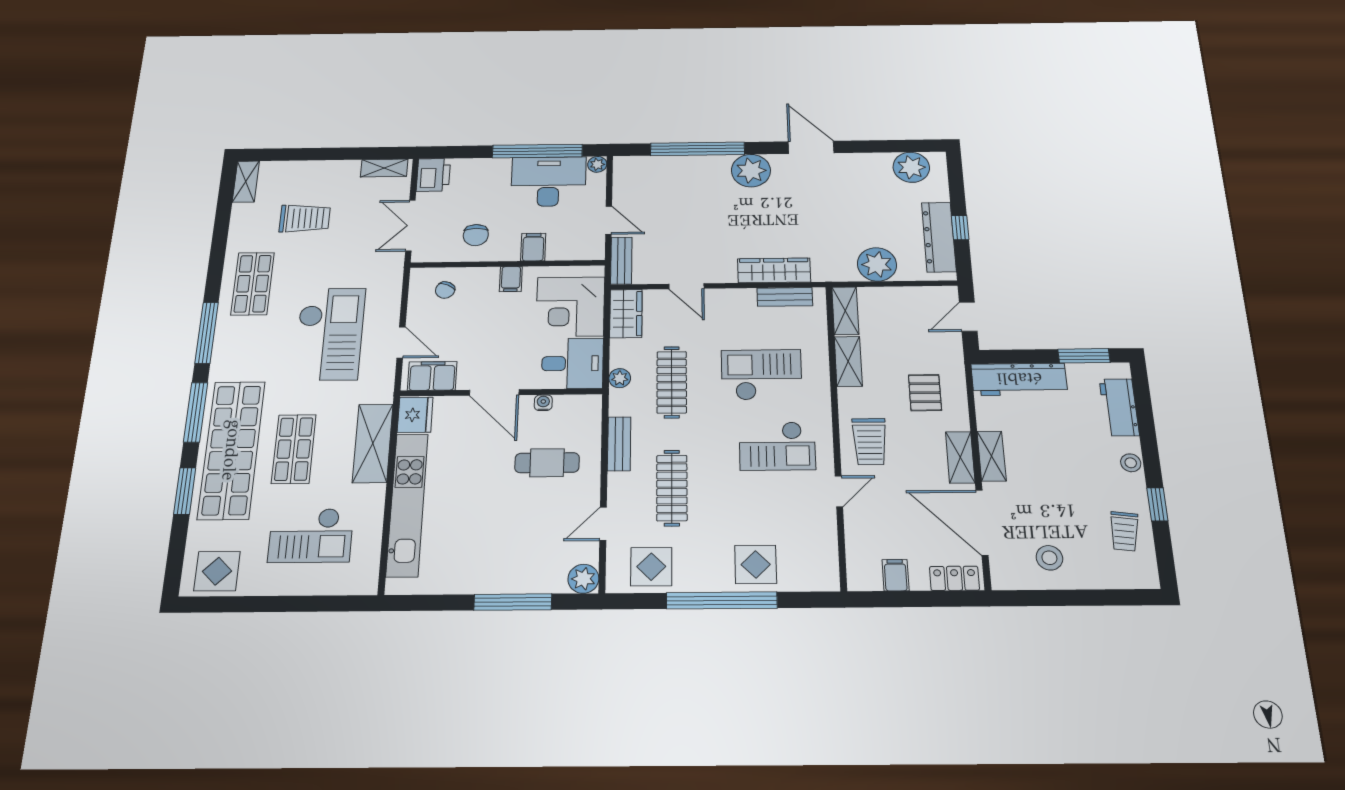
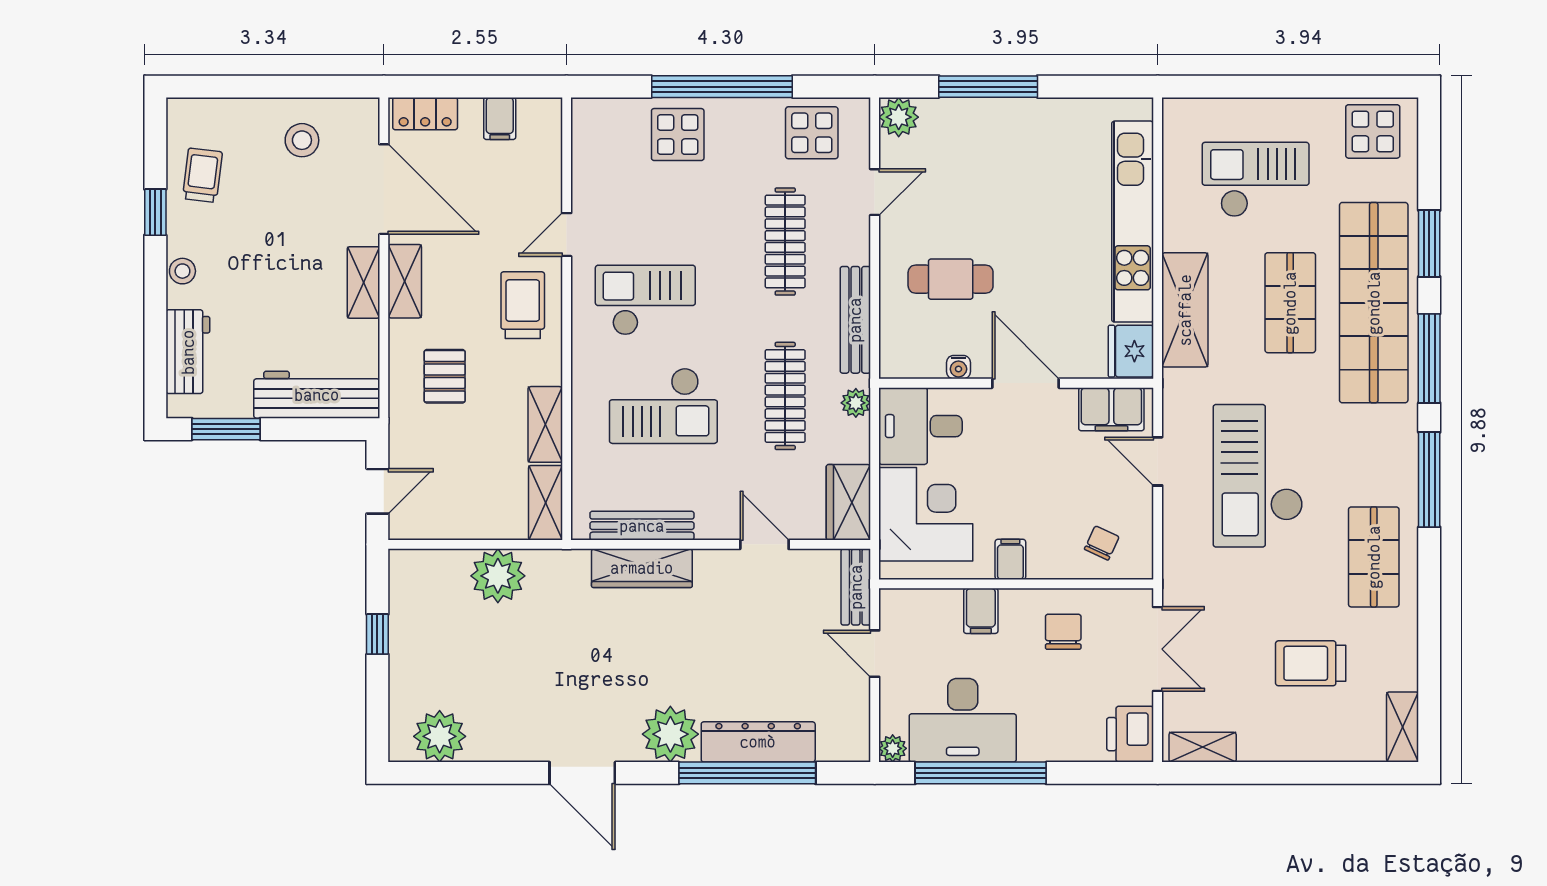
dresser: (939, 237) -> (758, 742), moved, turned -90
bench: (785, 297) -> (642, 526), width x1.36
bench: (619, 444) -> (855, 320), width x1.36

